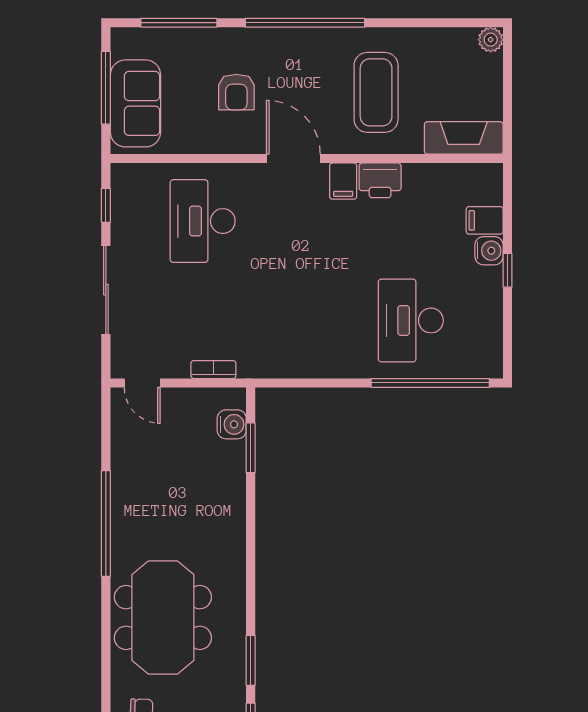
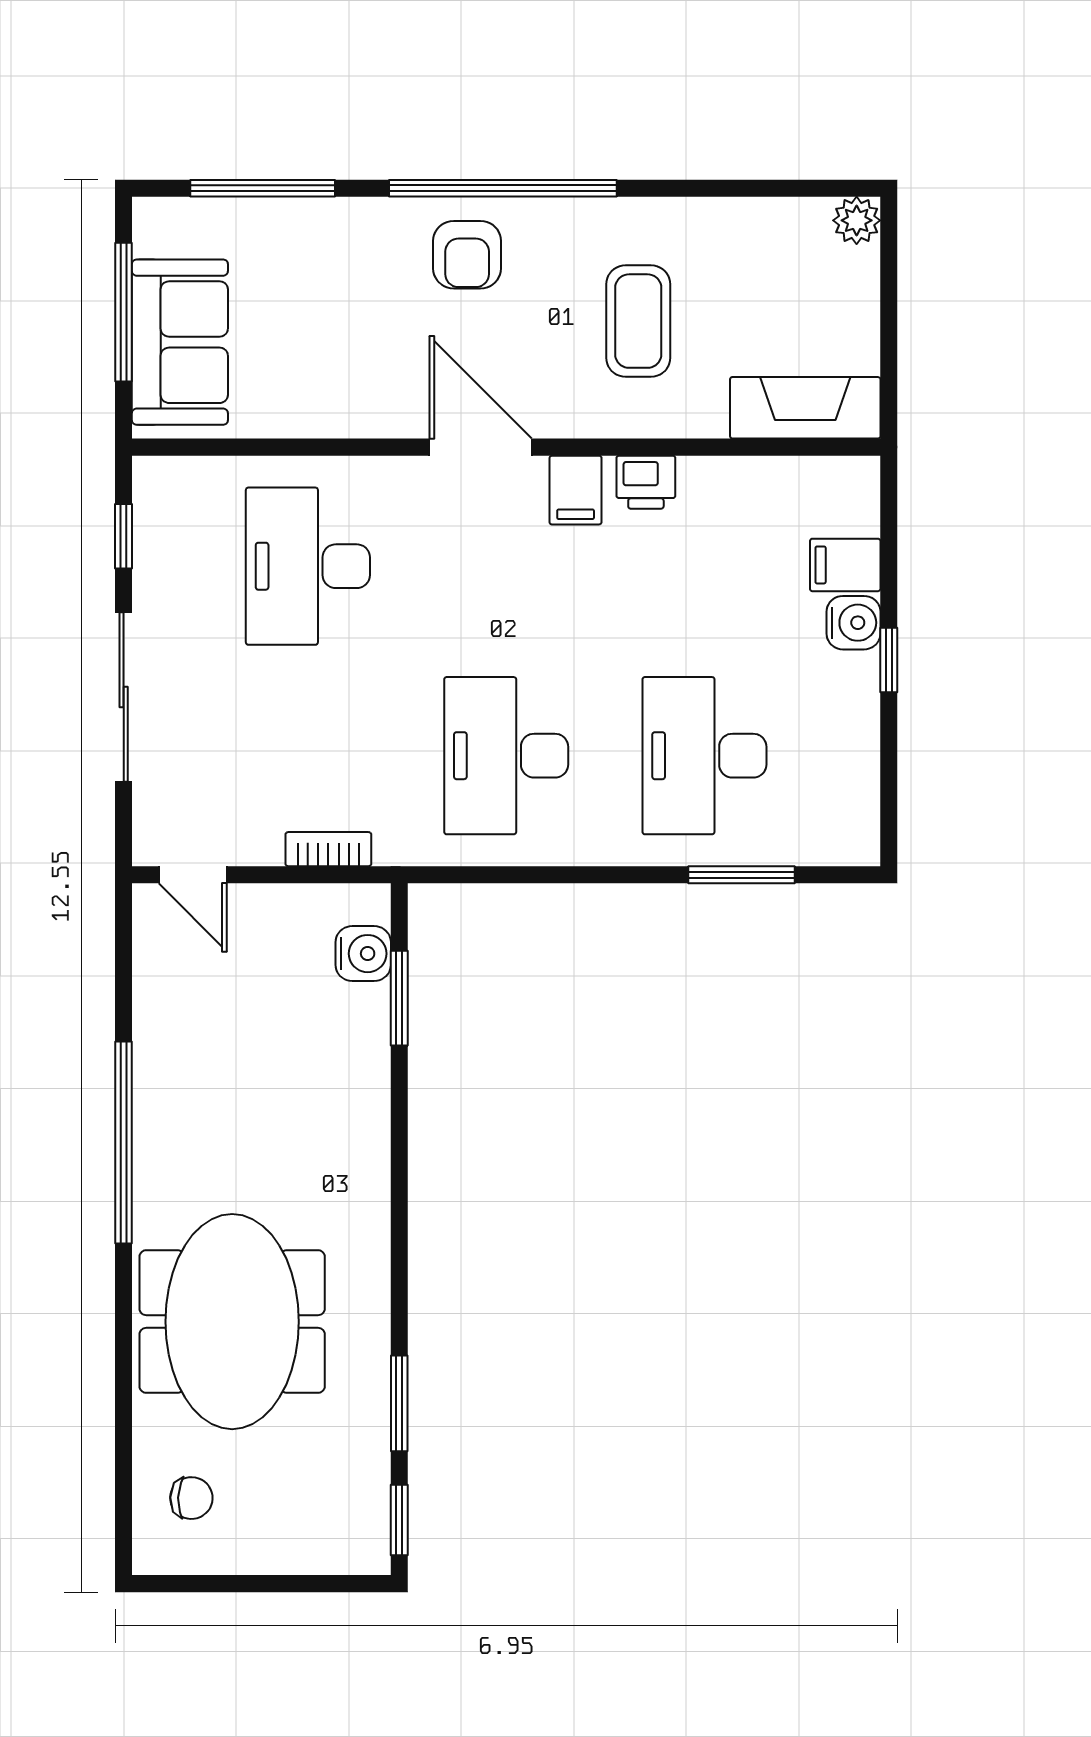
armchair: (236, 92) -> (467, 255), moved
coffee table: (376, 92) -> (638, 321), width x0.73, depth x0.76
printer: (380, 180) -> (646, 482), width x0.73, depth x0.81
desk: (307, 320) -> (506, 756), added
window: (430, 383) -> (741, 875), width x0.47

